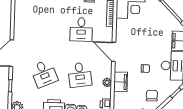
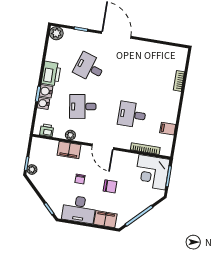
door: (114, 52) -> (103, 147), swing flipped
desk: (44, 74) -> (89, 67), turned 42
chair: (152, 96) -> (110, 186), moved

